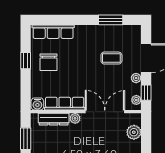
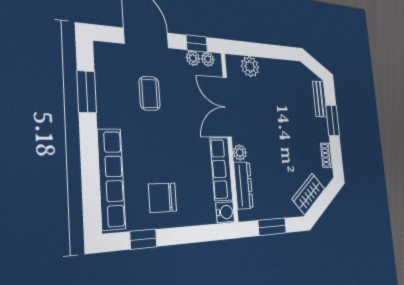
row of seats: (53, 32) -> (111, 179), width x1.36
window: (26, 61) -> (143, 239), moved
chair: (49, 62) -> (163, 198), turned 180
plant: (136, 78) -> (193, 58), moved

